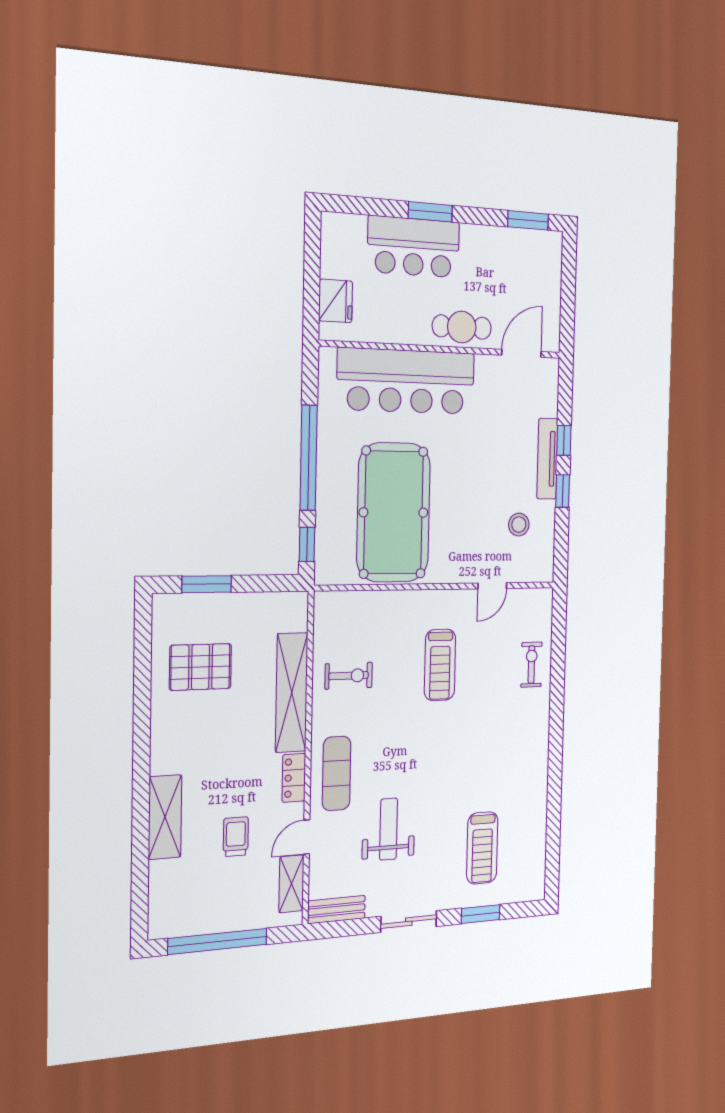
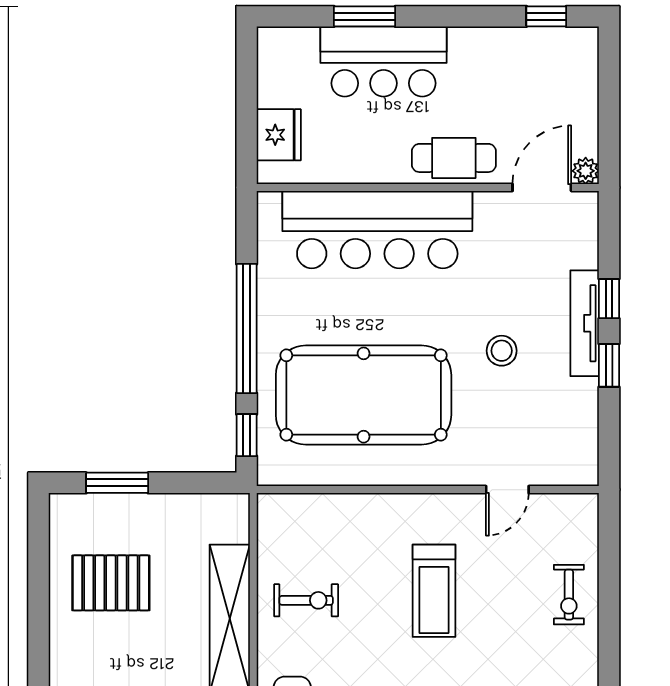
window: (430, 212) -> (365, 16), moved
window: (528, 220) -> (546, 16), width x0.67
plant: (551, 342) -> (586, 171), added
pool table: (394, 512) -> (364, 395), turned 90
stool: (519, 525) -> (502, 351), moved
exercise bike: (531, 665) -> (569, 595), turned 180

